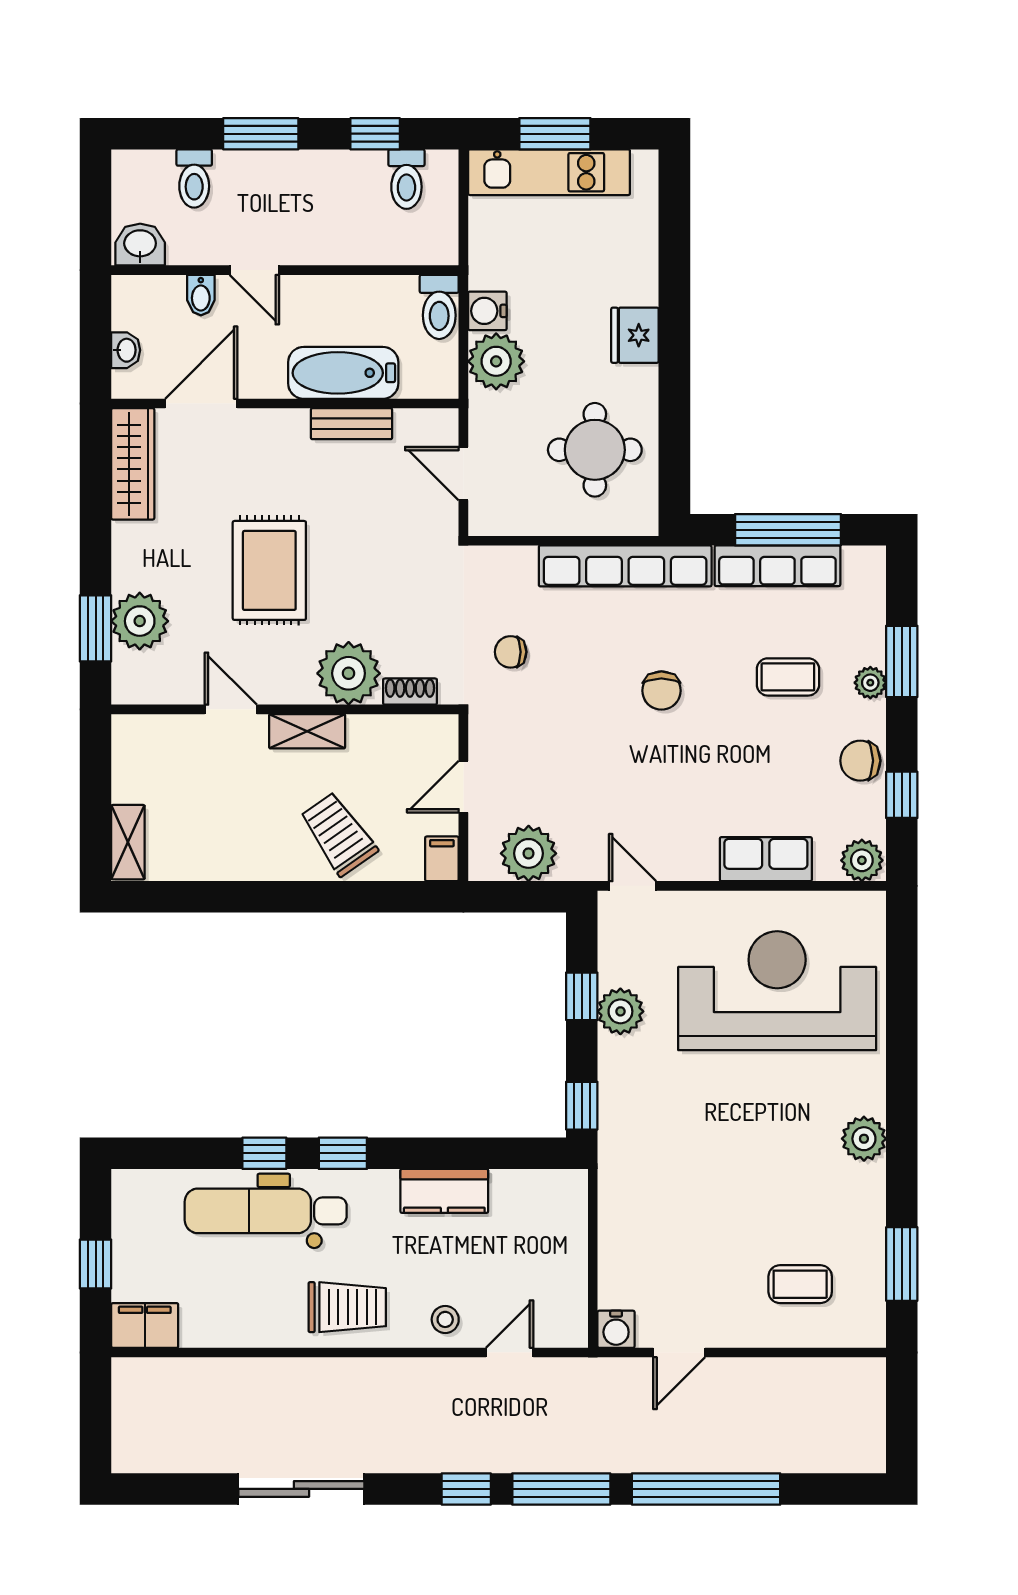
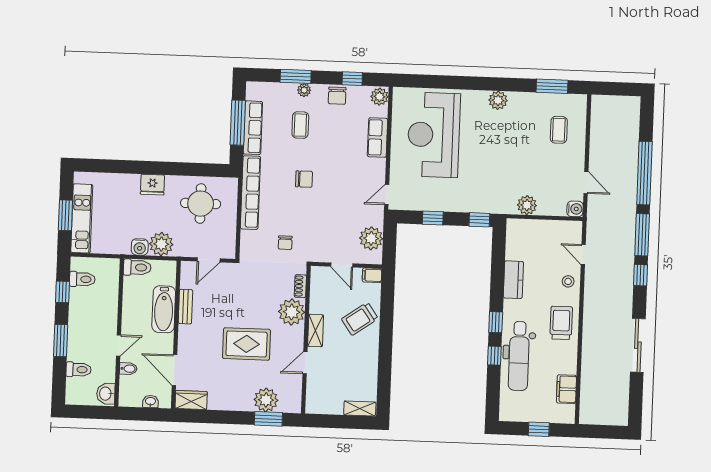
wardrobe: (133, 464) -> (191, 400), width x0.67
plant: (620, 1011) -> (527, 205), moved
filing cabinet: (145, 1325) -> (566, 389), moved

